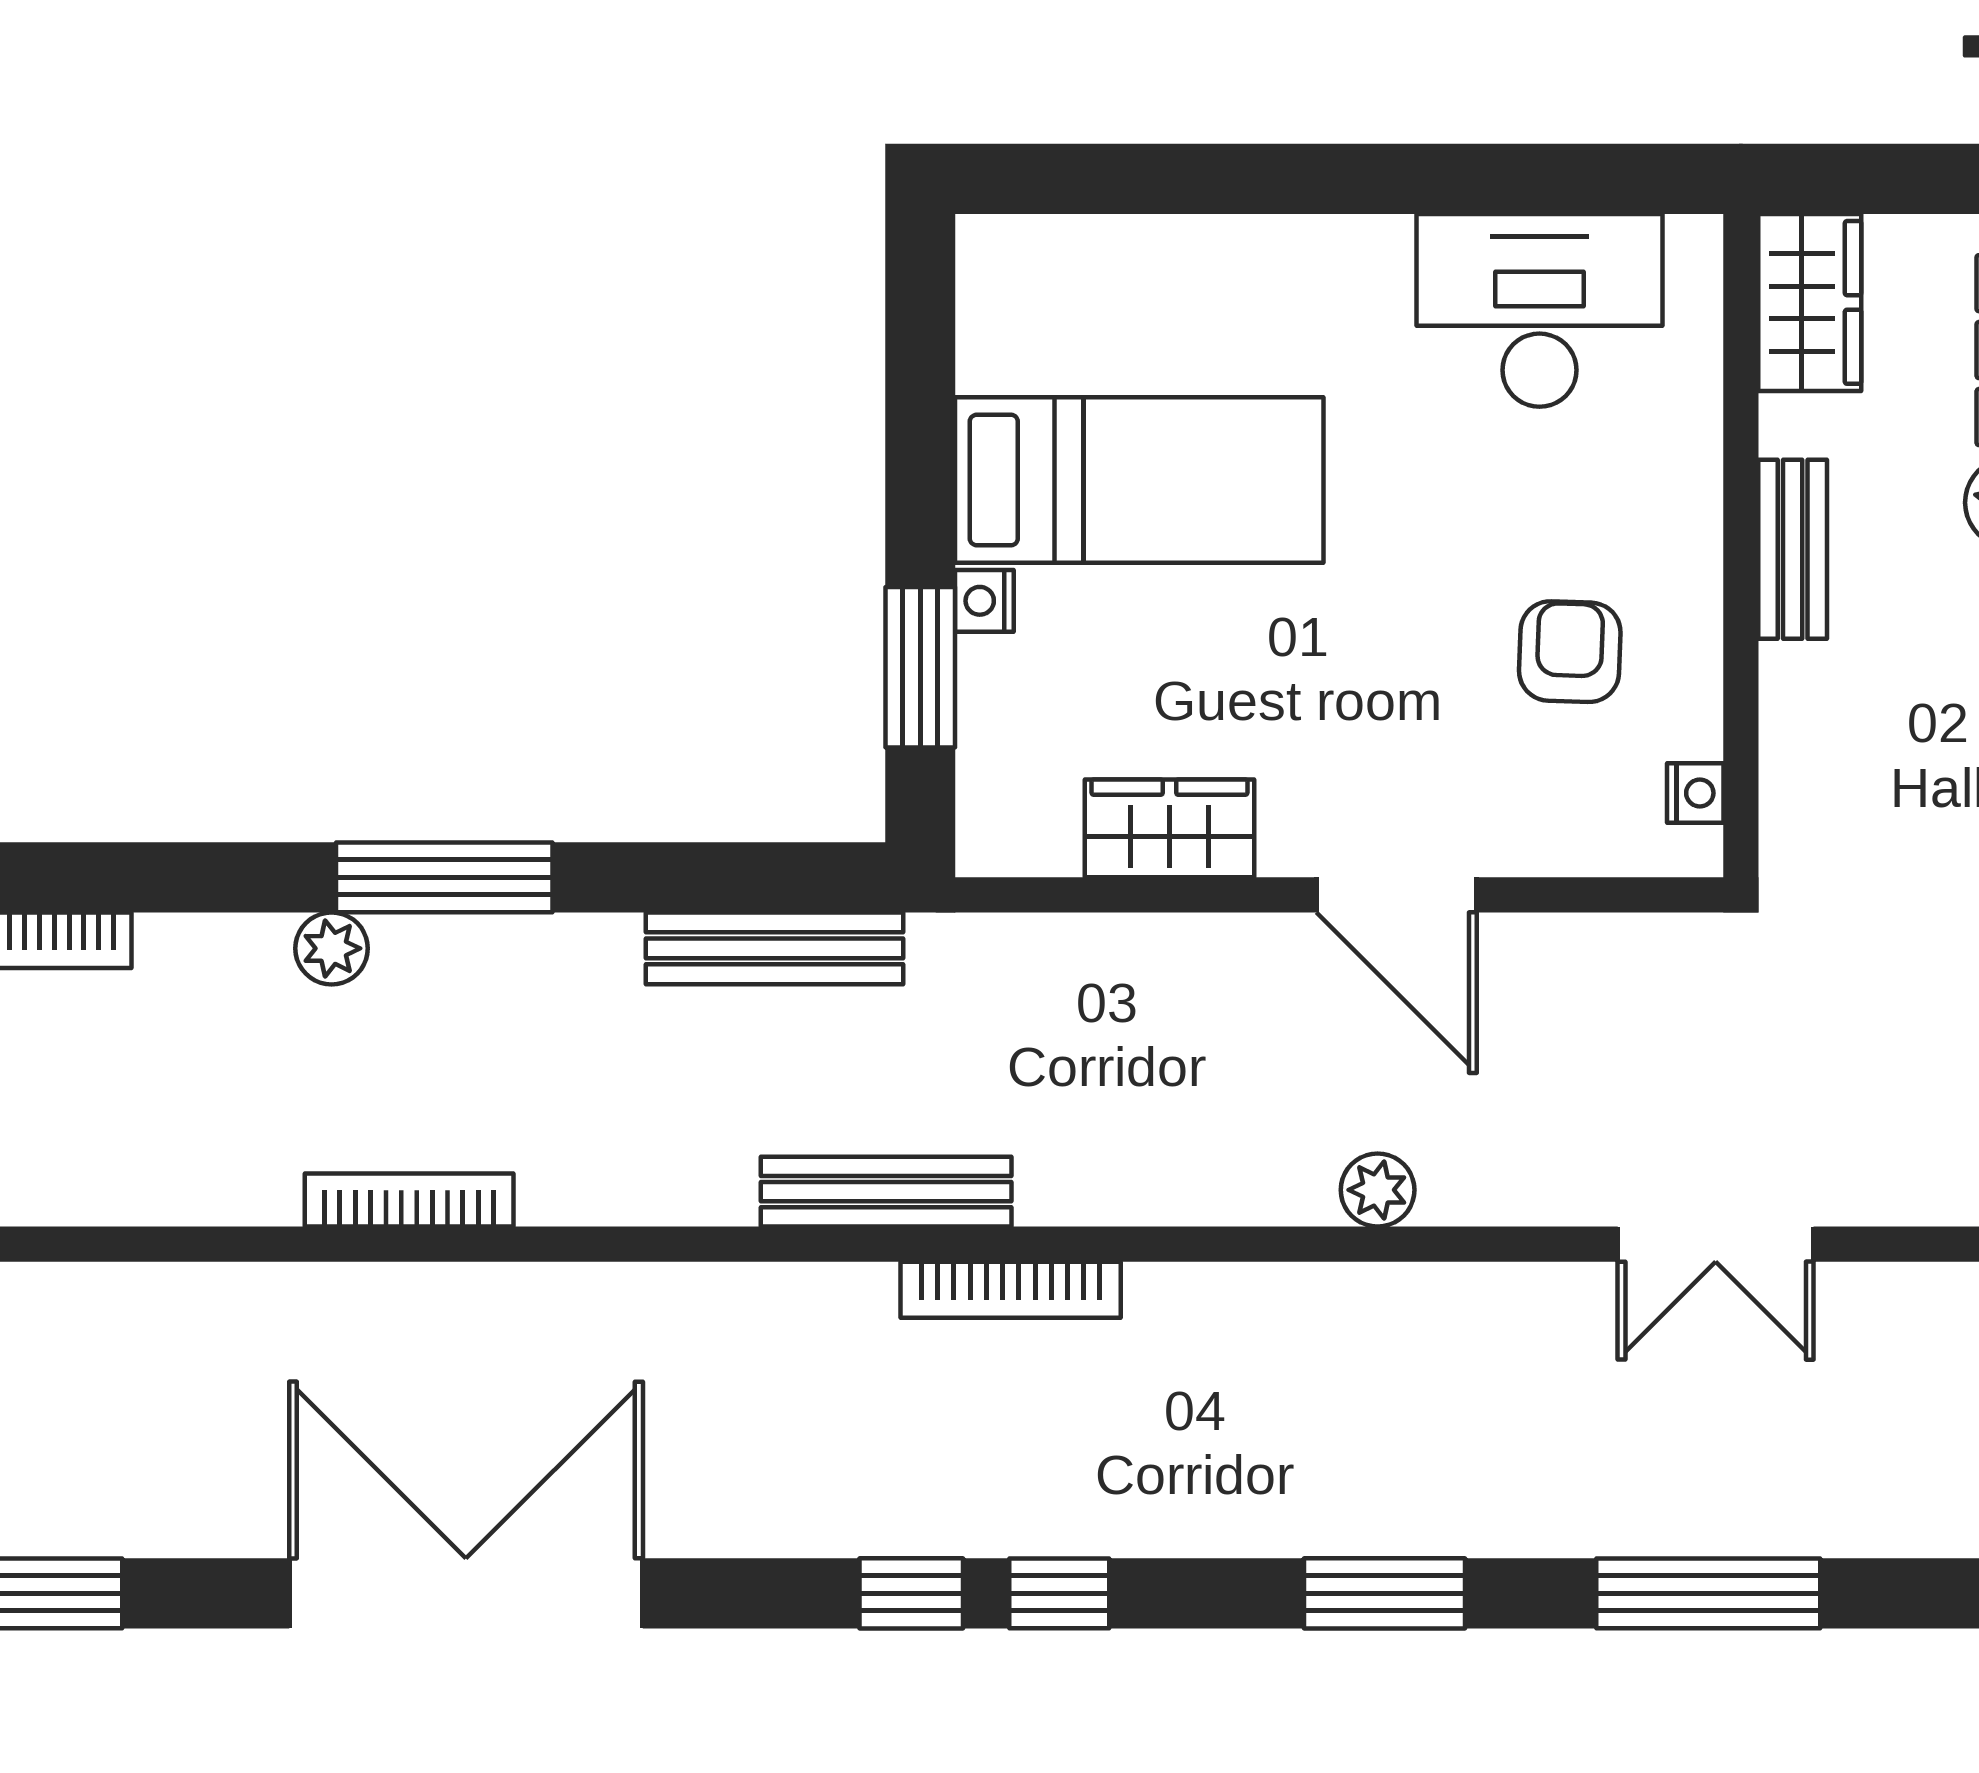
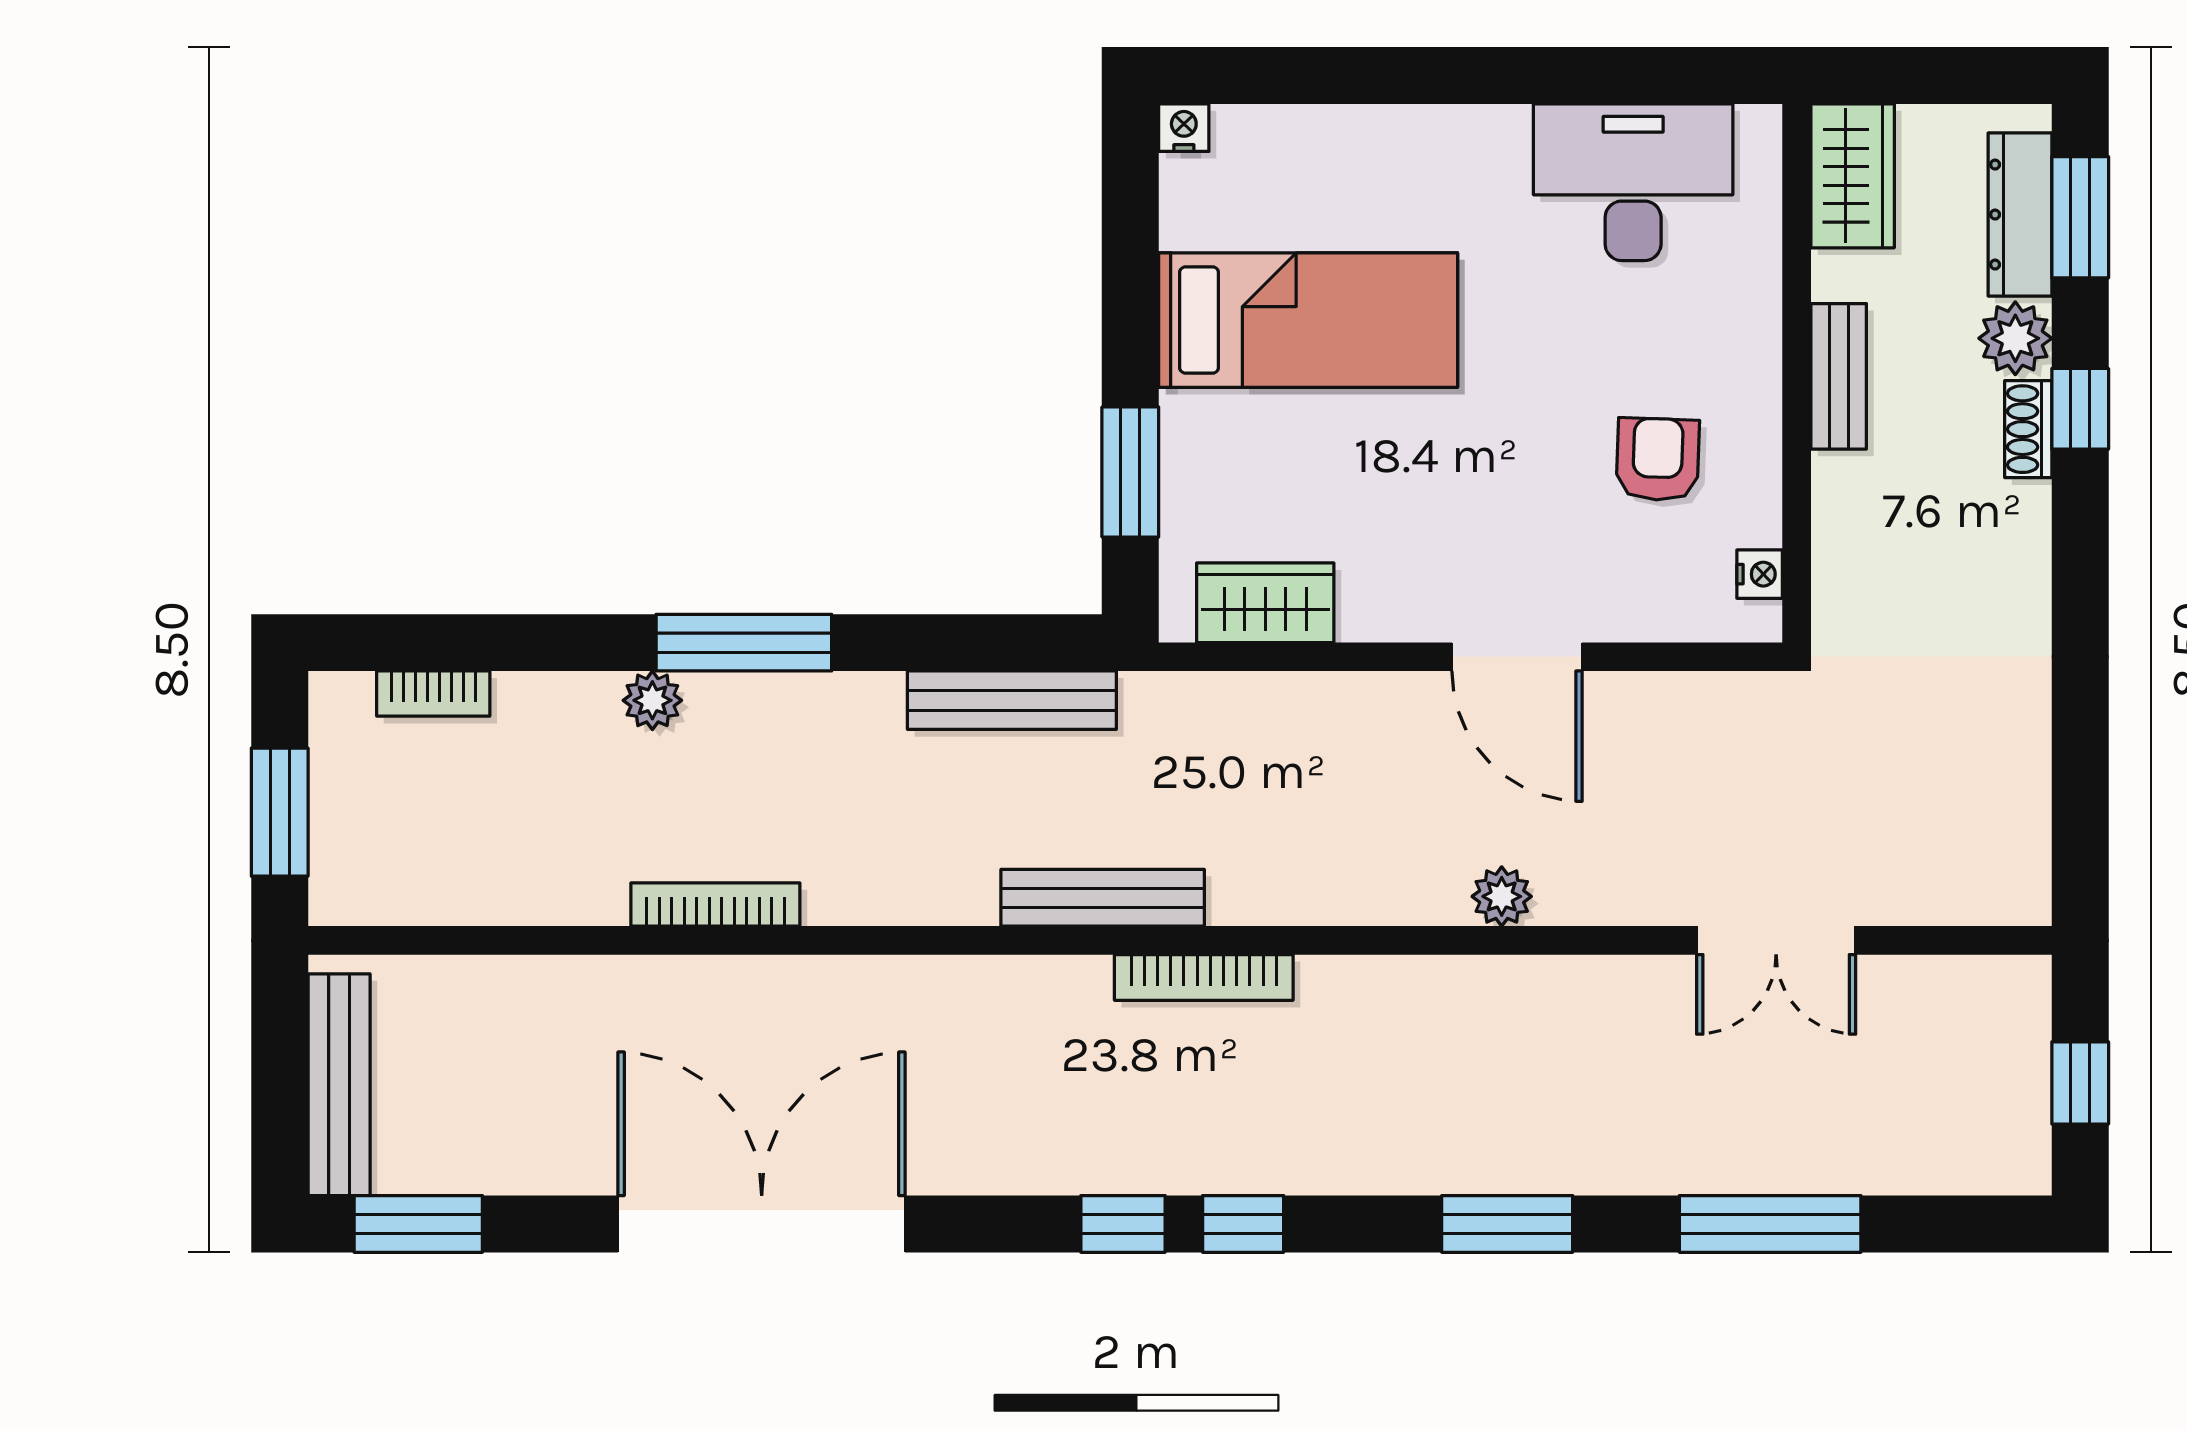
nightstand: (984, 601) -> (1184, 128), moved, turned 90
wardrobe: (1169, 828) -> (1265, 603), moved

